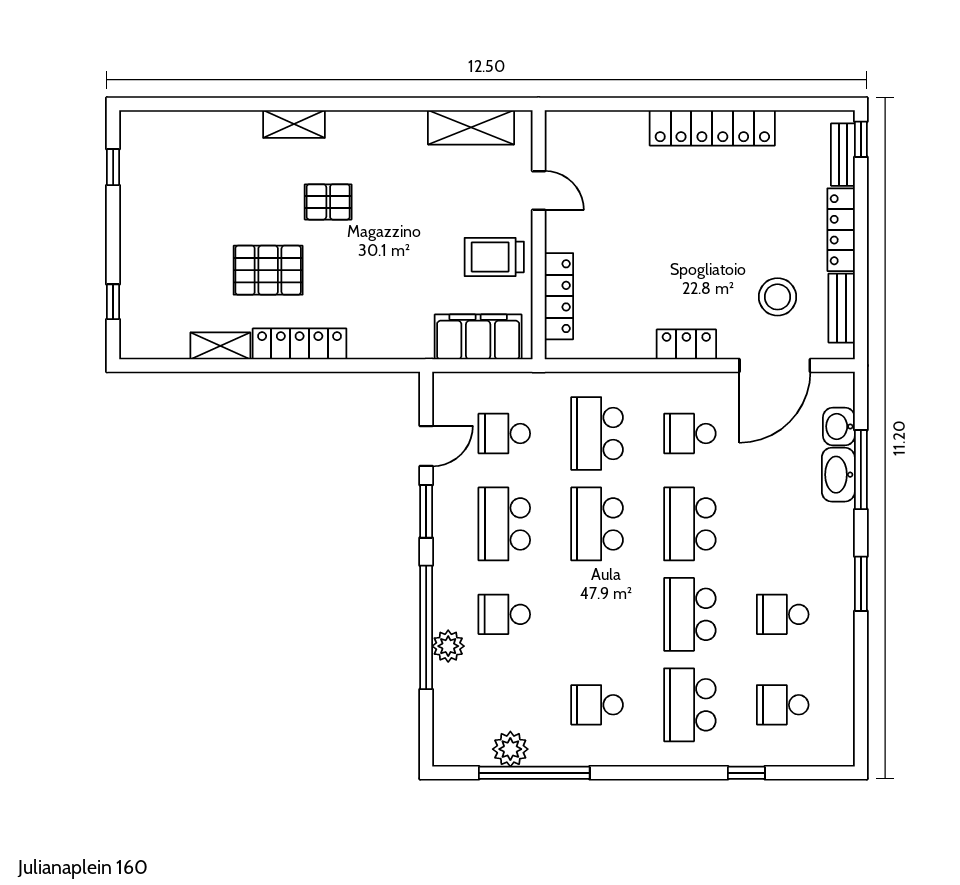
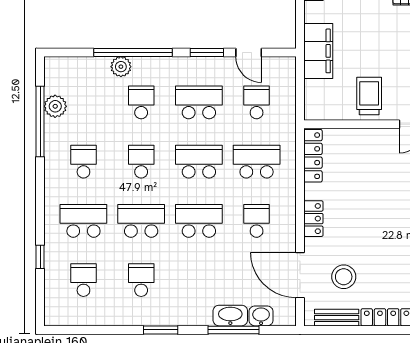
locker: (559, 296) -> (313, 156), moved, turned -90
filing cabinet: (478, 337) -> (318, 51), moved
school desk: (597, 614) -> (141, 162), added

